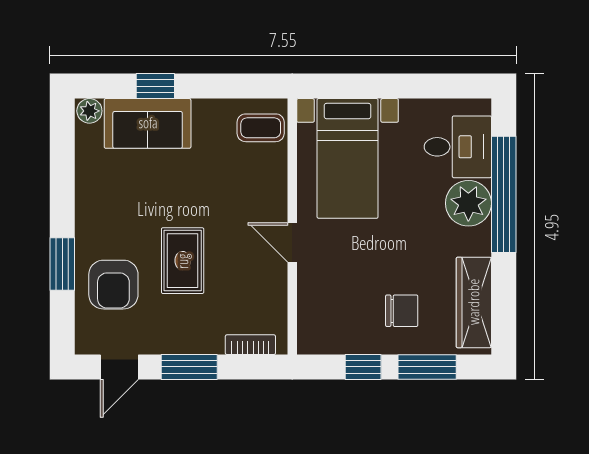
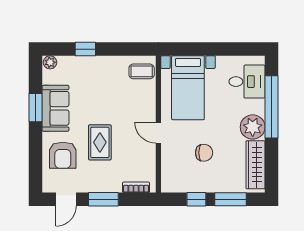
sofa: (148, 123) -> (55, 108), moved, turned -90
plant: (468, 203) -> (253, 127), moved
window: (62, 264) -> (36, 108), moved
chair: (402, 311) -> (204, 153), moved

